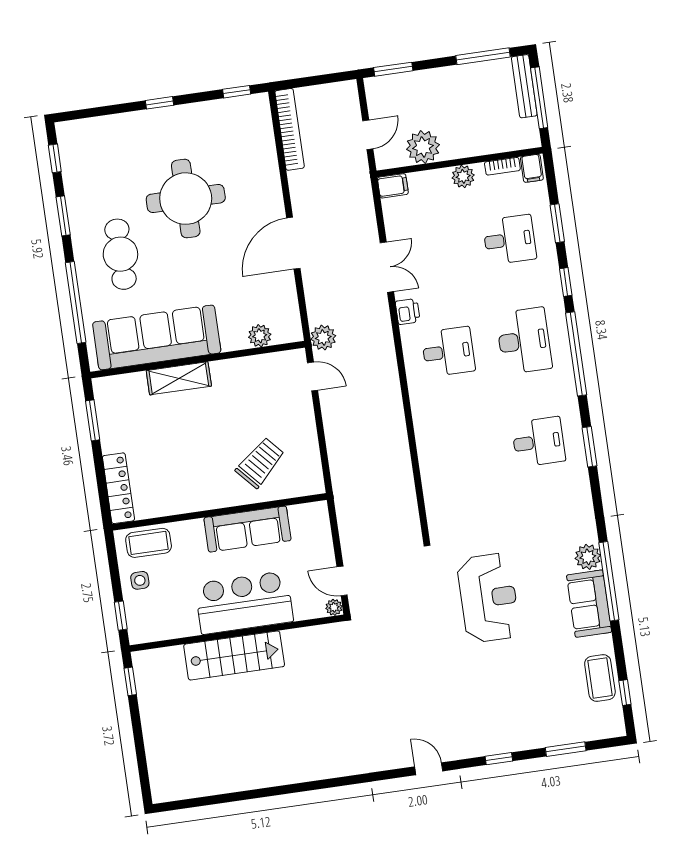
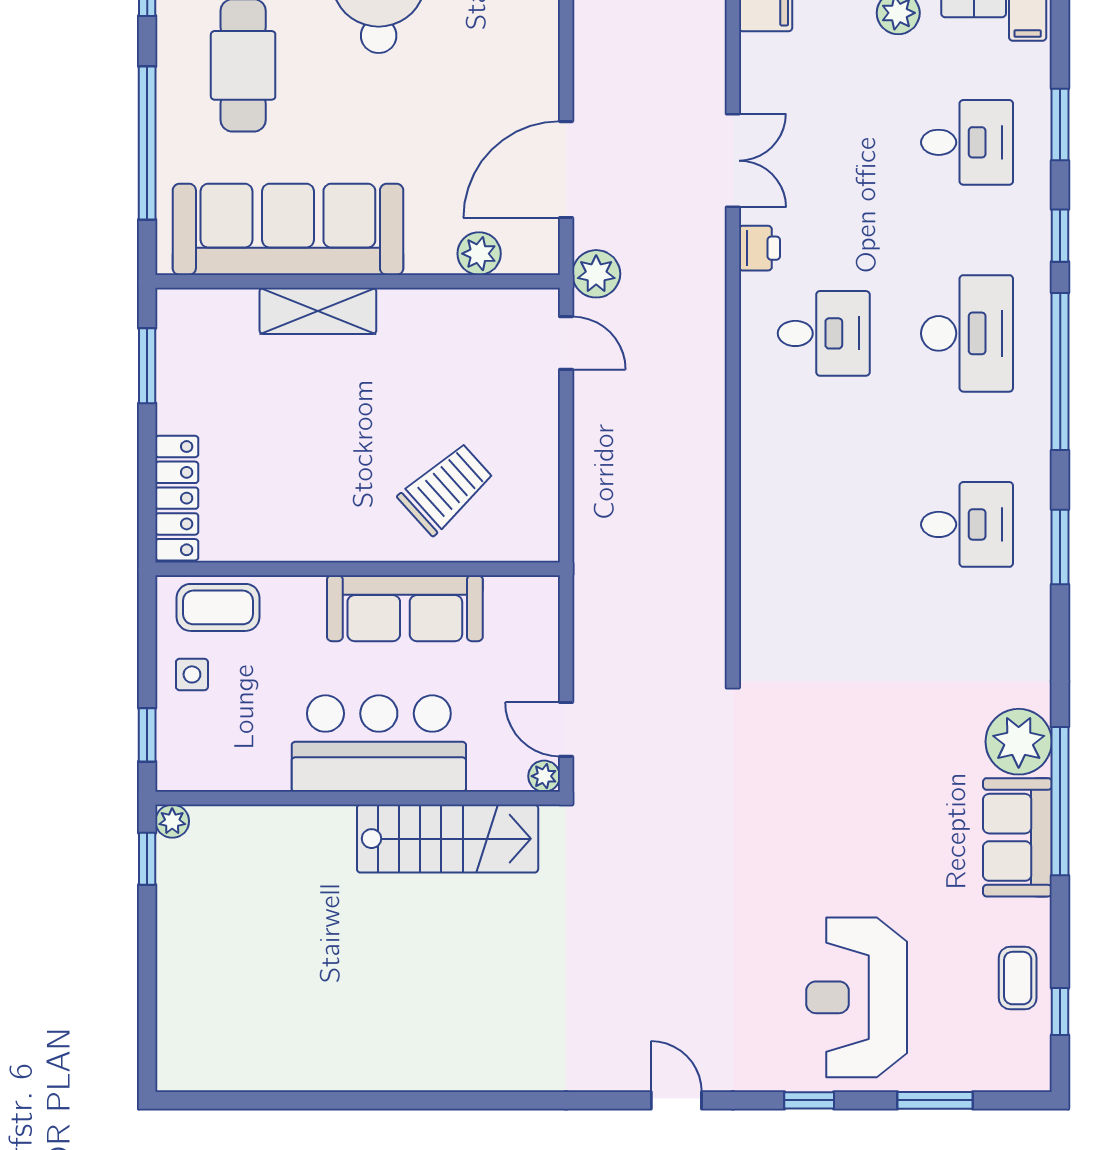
door: (293, 243) -> (566, 170), moved
plant: (588, 557) -> (1019, 742), width x1.36, depth x1.36
reception desk: (488, 598) -> (857, 997), moved, turned 180
stairs: (234, 655) -> (448, 839), moved
plant: (141, 660) -> (172, 821), added
coffee table: (600, 678) -> (1018, 978), width x0.73, depth x0.77

